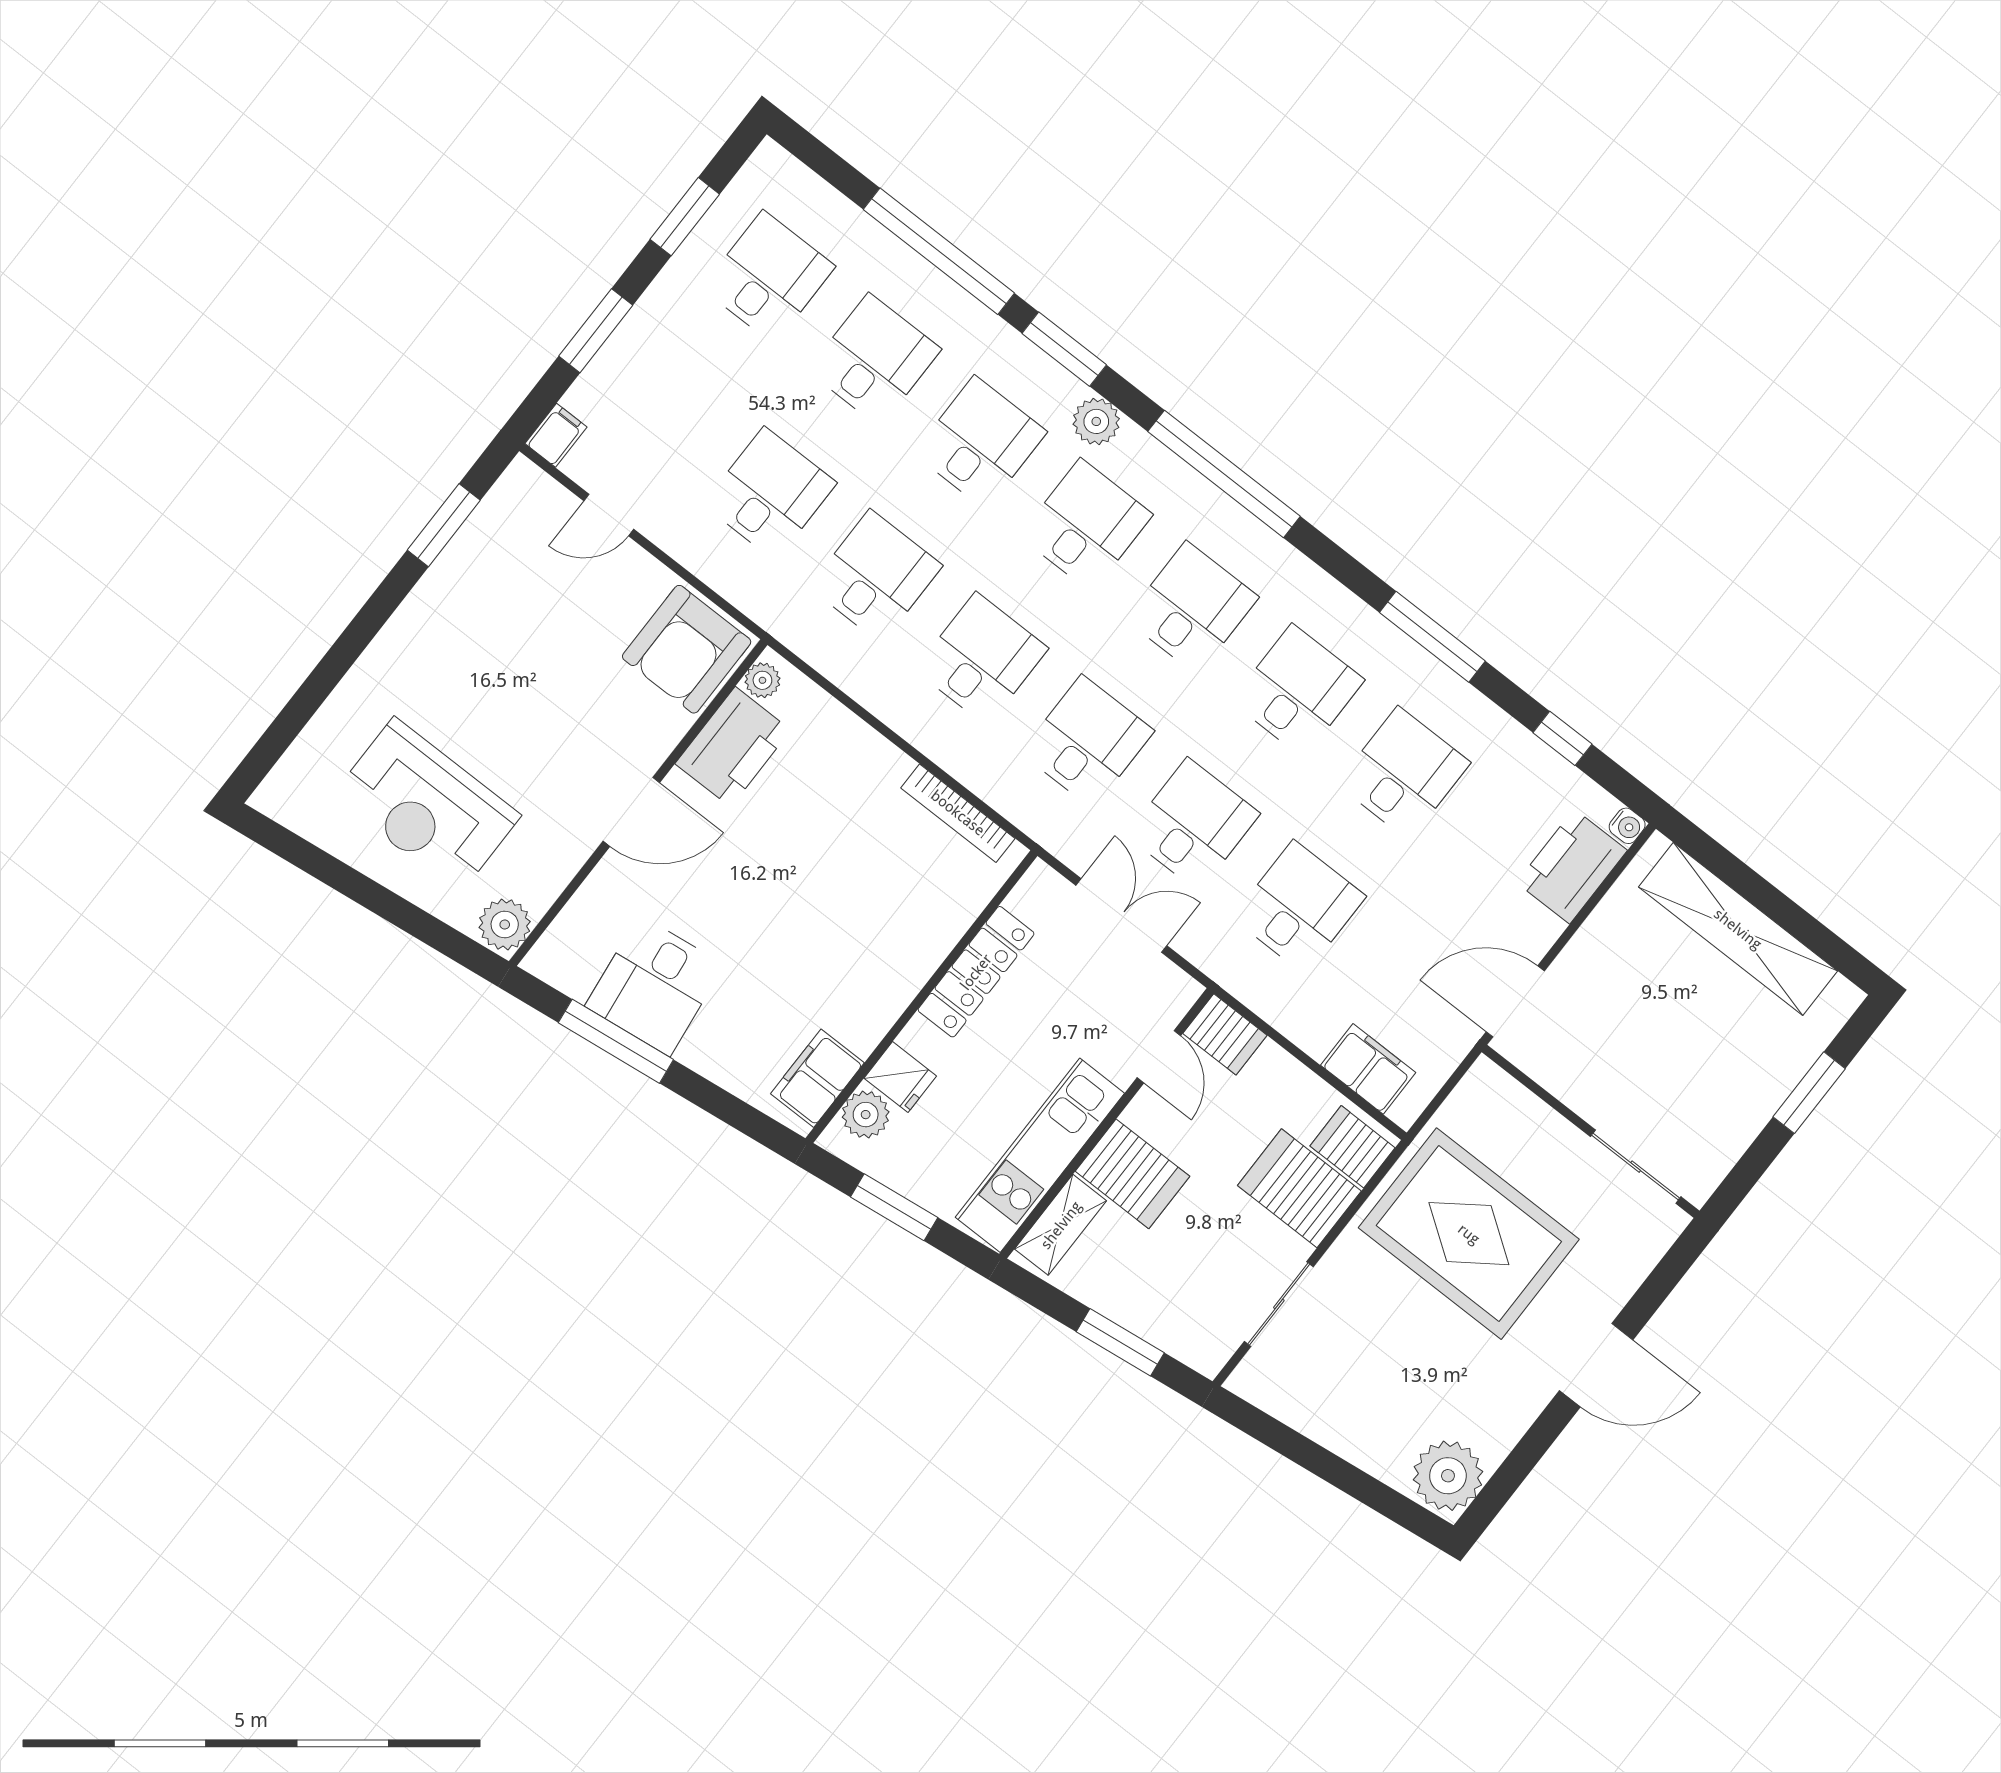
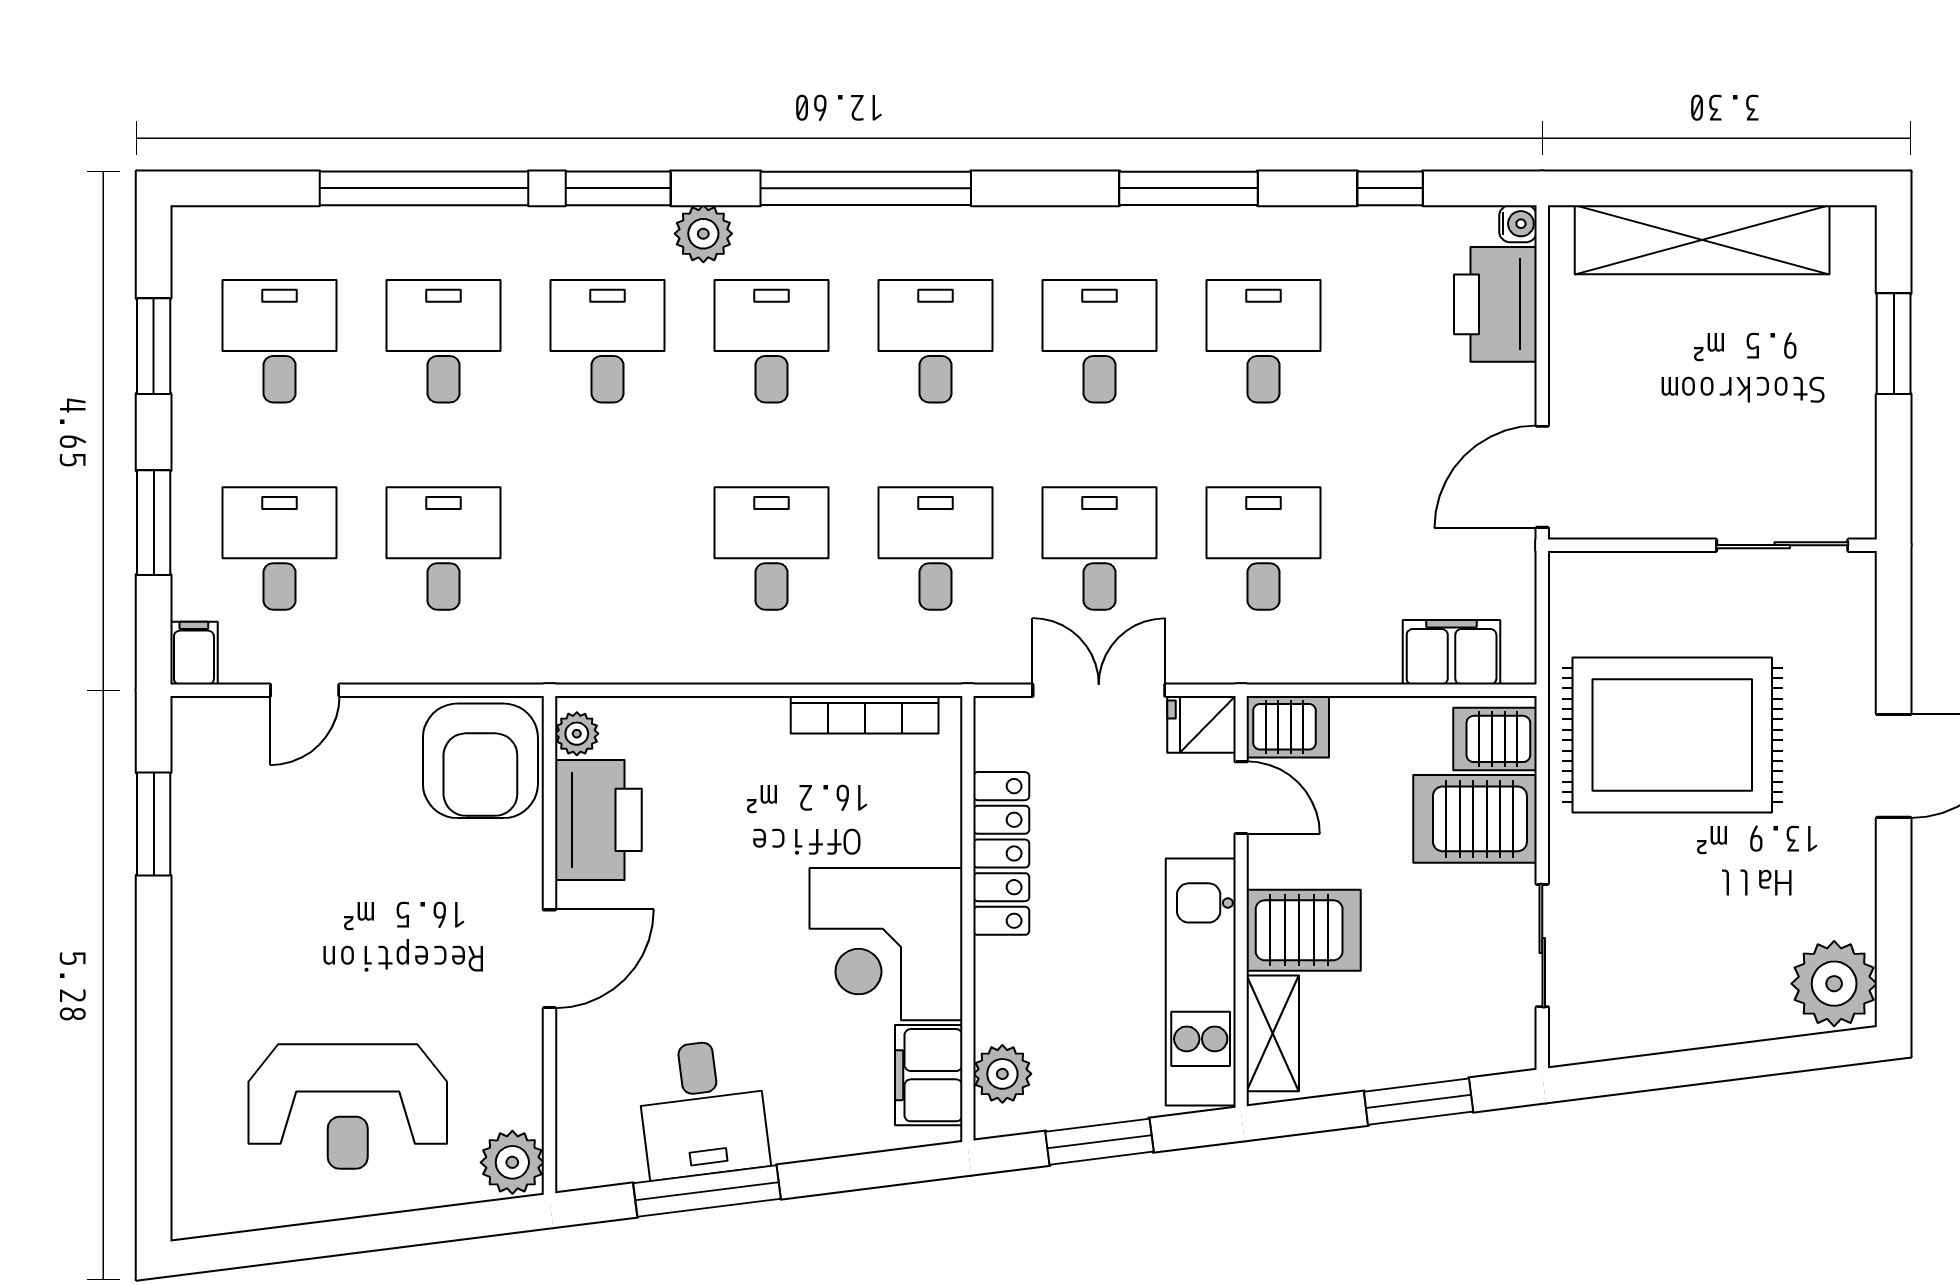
desk: (876, 576) -> (280, 548), moved
corner desk: (856, 972) -> (886, 944), added
fridge: (900, 1077) -> (1201, 724), moved, turned 180

